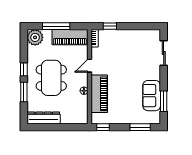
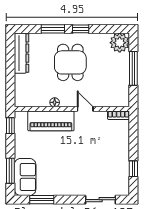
window: (110, 26) -> (133, 169), moved
piano: (70, 37) -> (120, 85), removed
dining table: (51, 78) -> (70, 62), width x0.73
sofa: (152, 96) -> (25, 177), moved, turned 90

